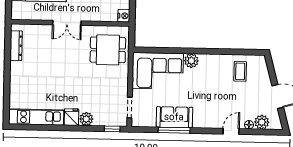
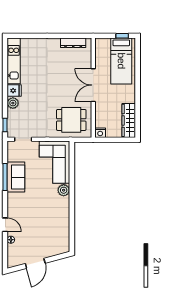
double door: (67, 23) -> (93, 85), width x1.37
dining table: (108, 50) -> (71, 120), turned 90
coffee table: (240, 71) -> (56, 231), removed
plant: (262, 122) -> (13, 250), removed

